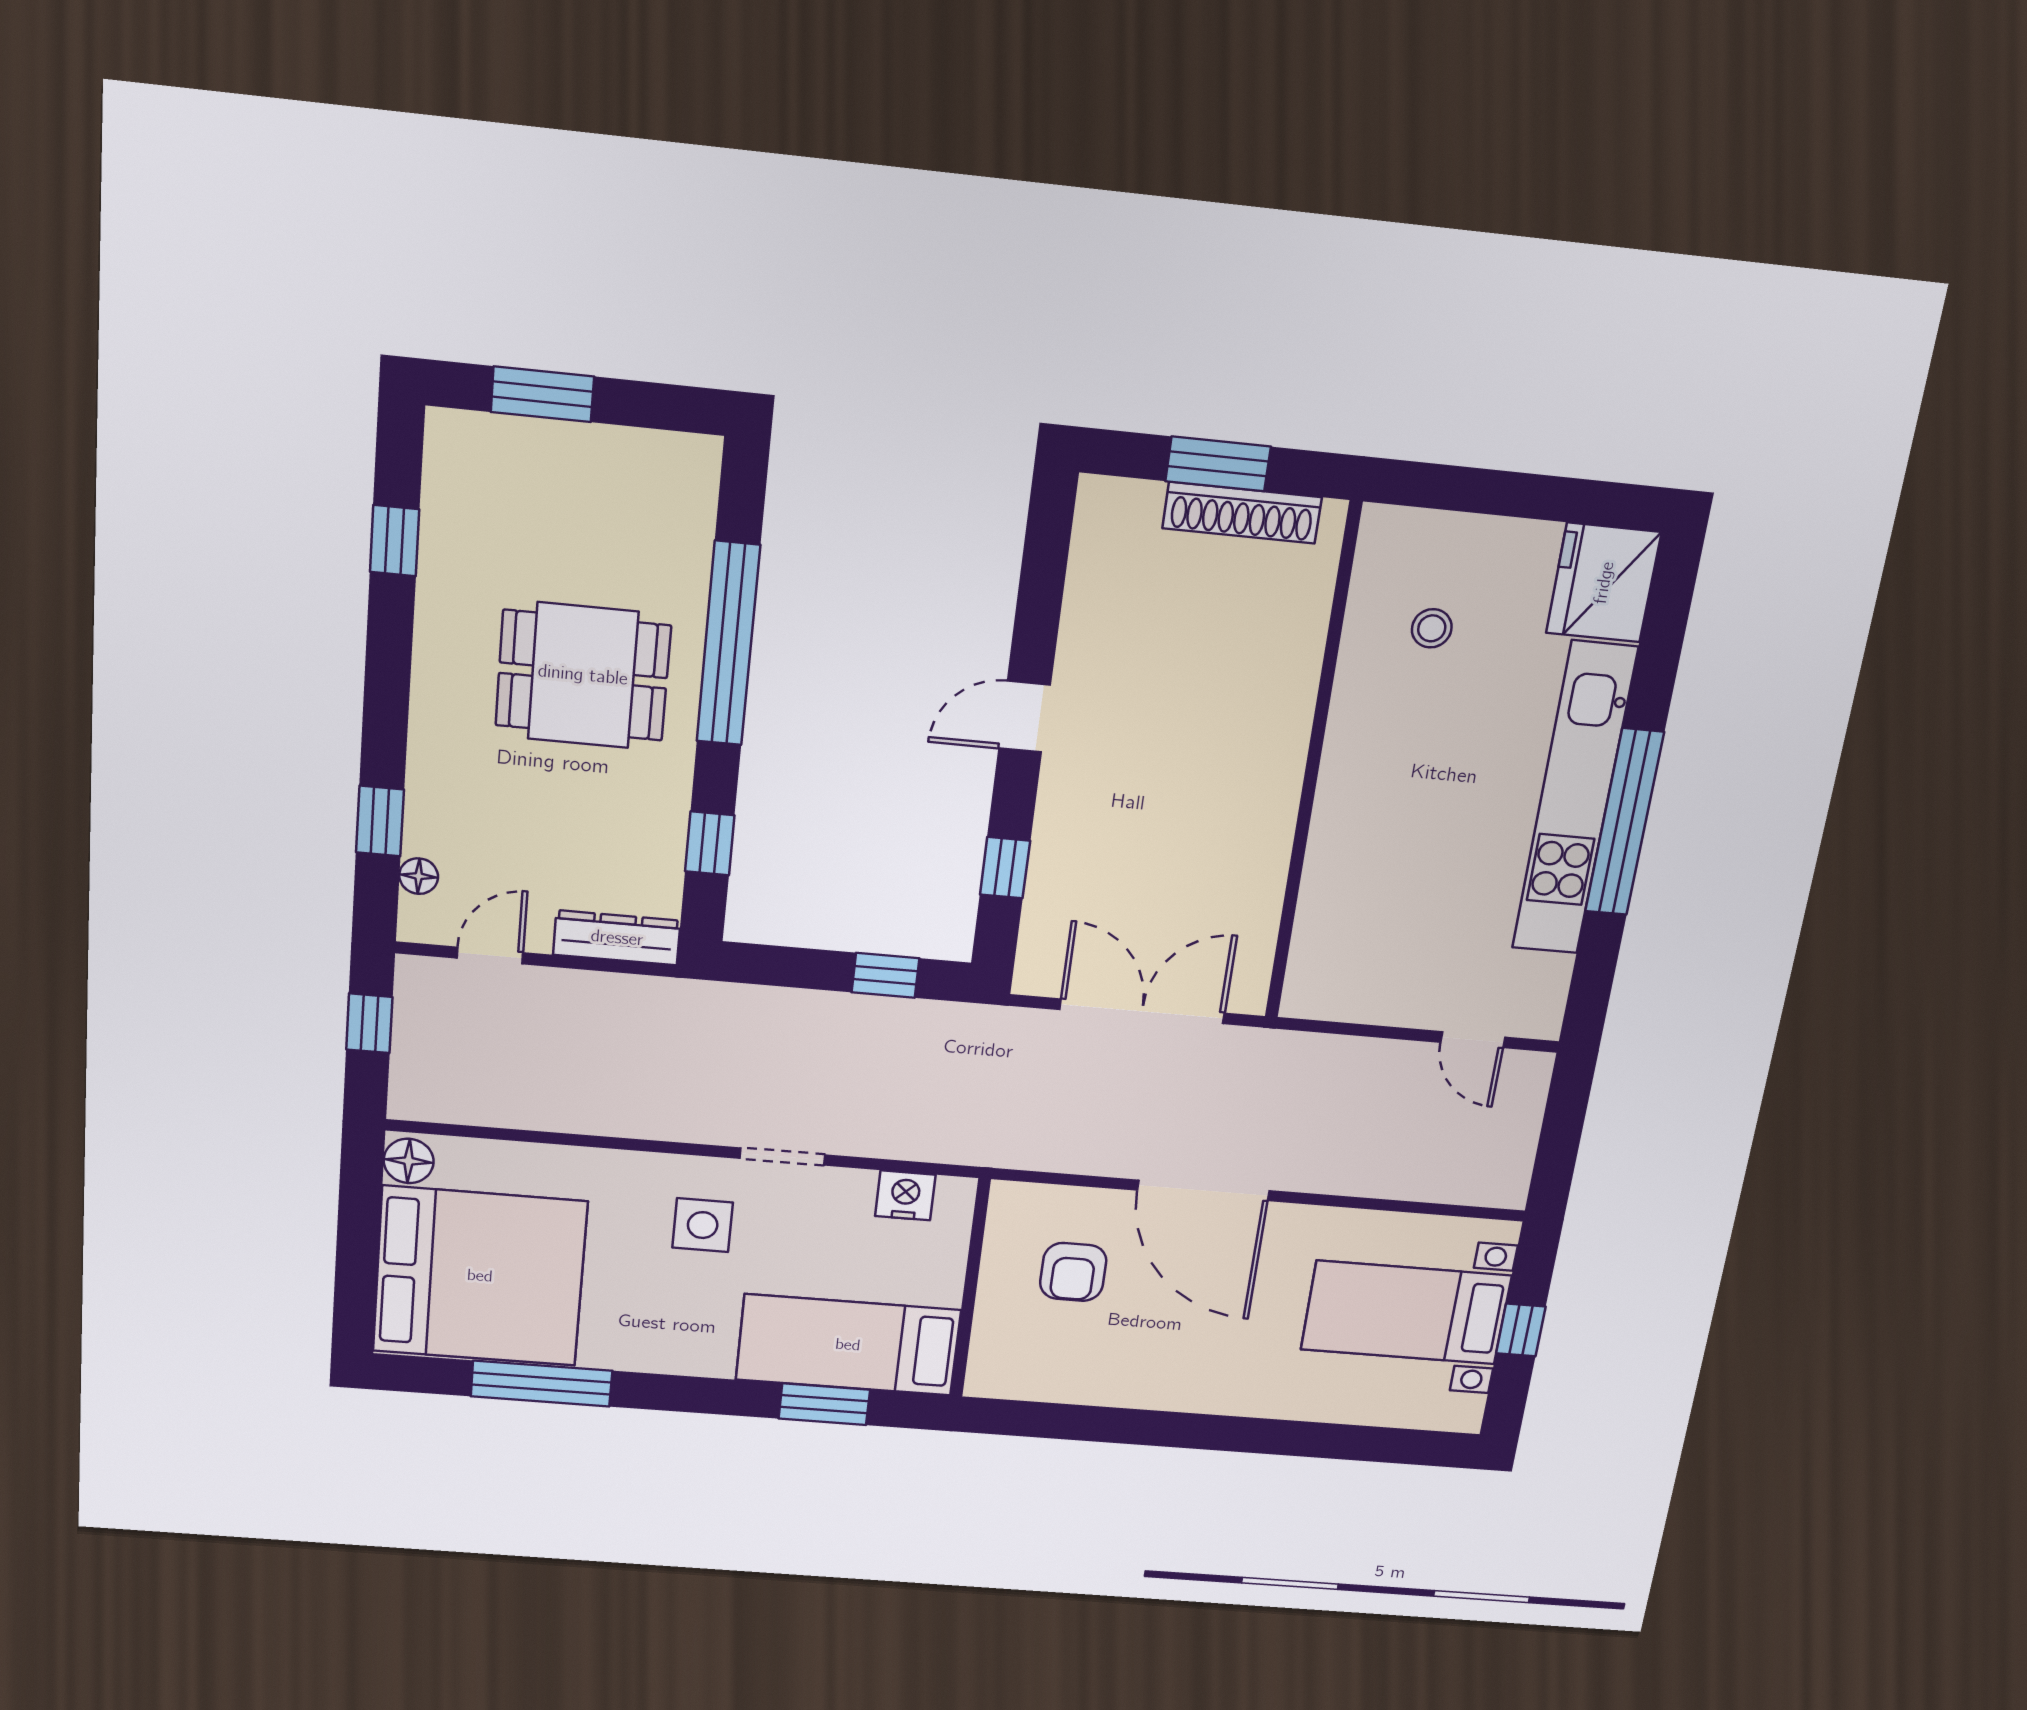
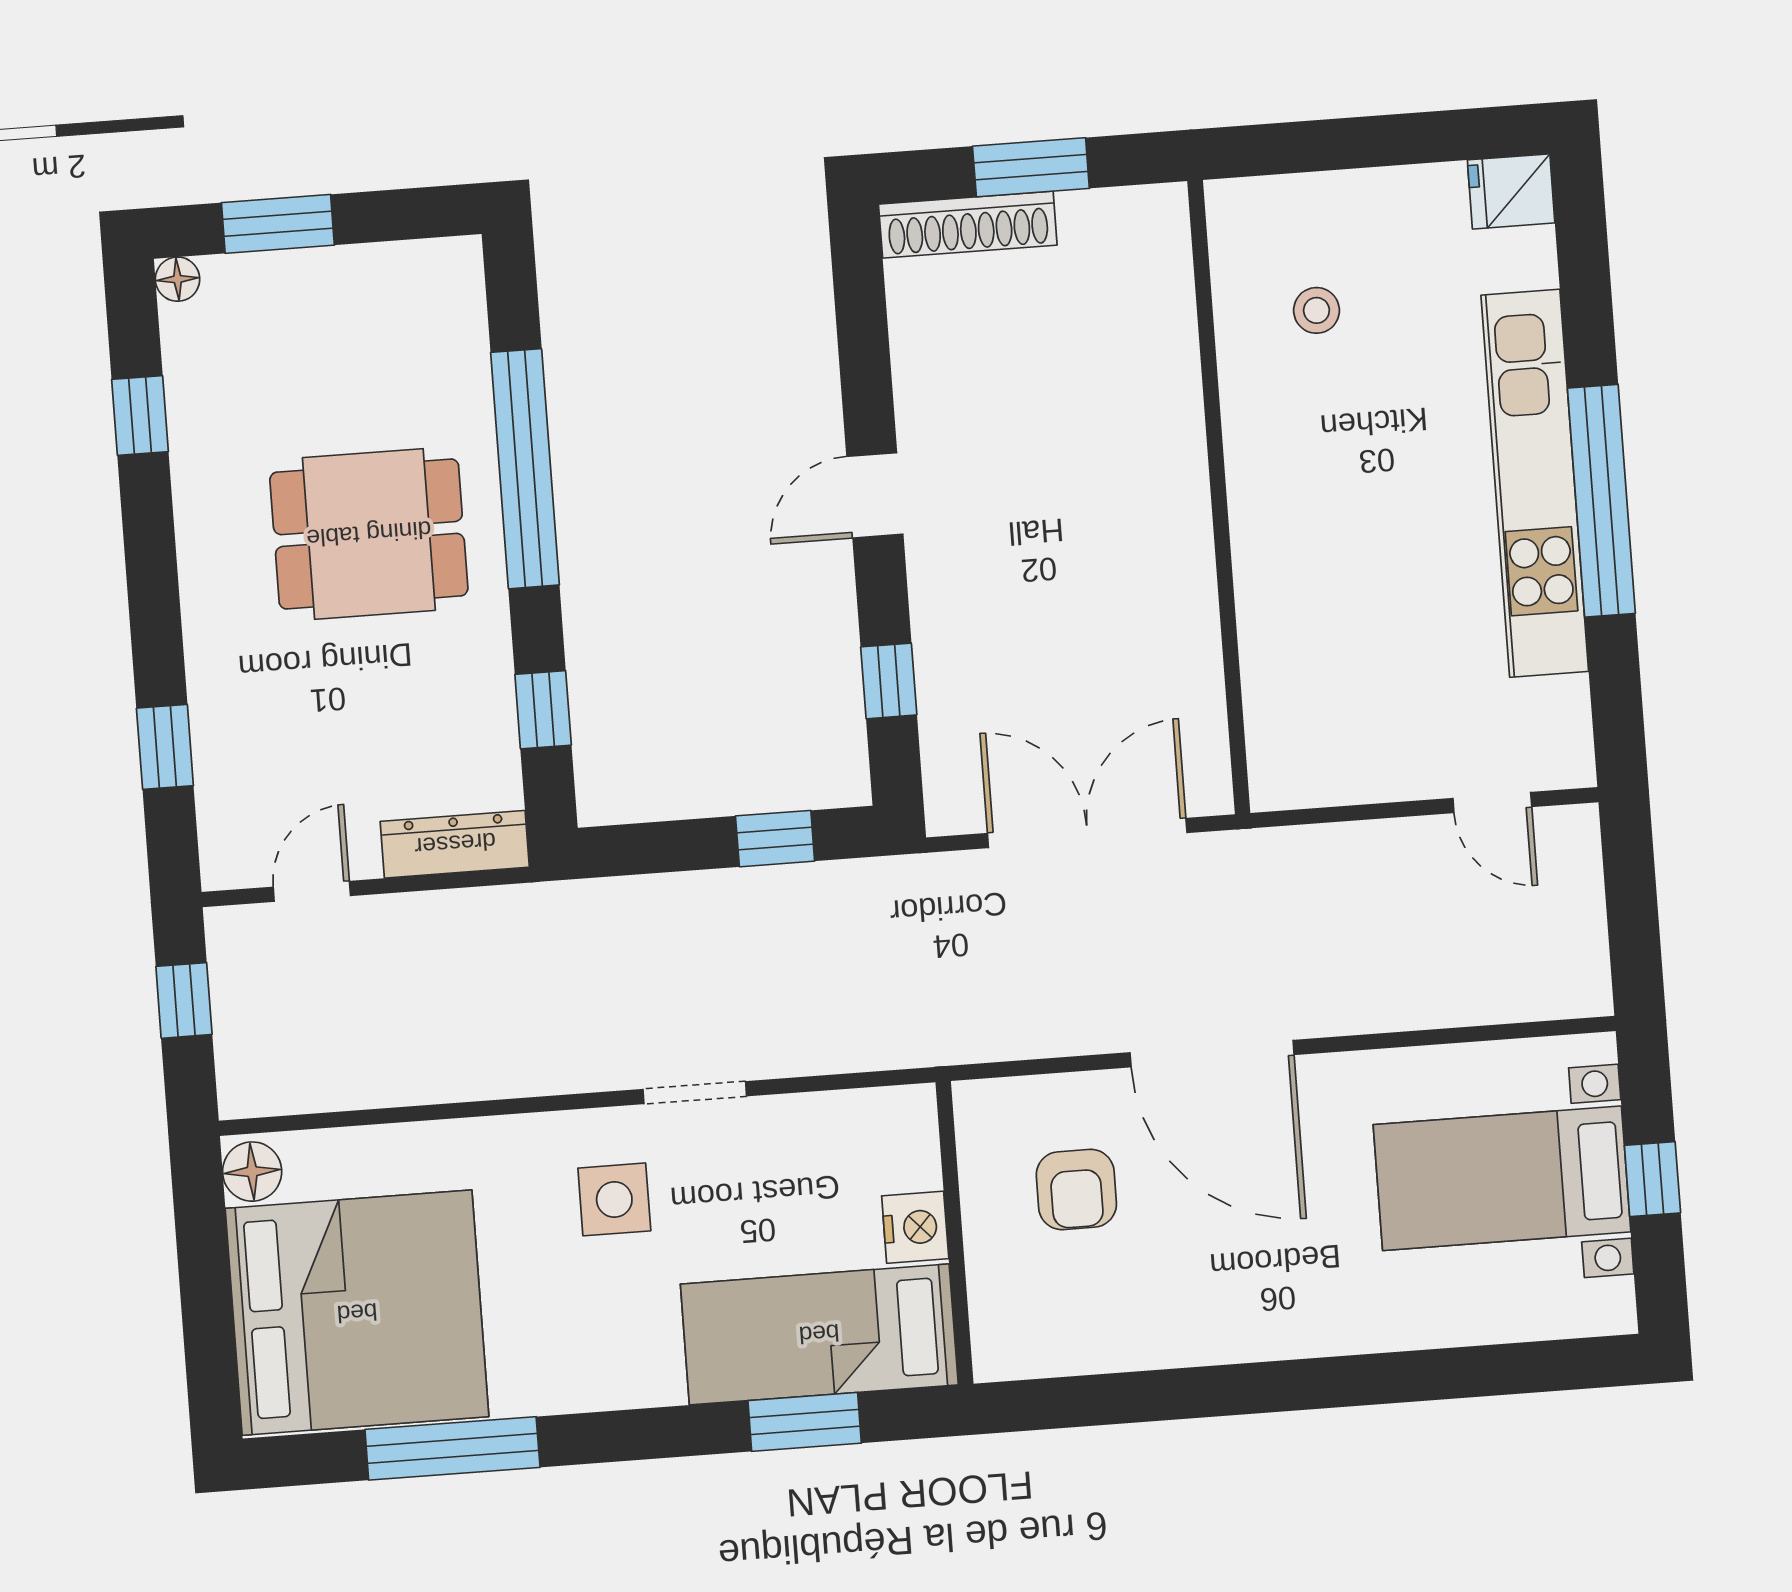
shoe rack: (1242, 513) -> (968, 225), moved
fridge: (1604, 583) -> (1511, 191), width x0.53, depth x0.75
floor lamp: (419, 876) -> (178, 279), moved
nightstand: (905, 1195) -> (915, 1227), moved, turned 90

